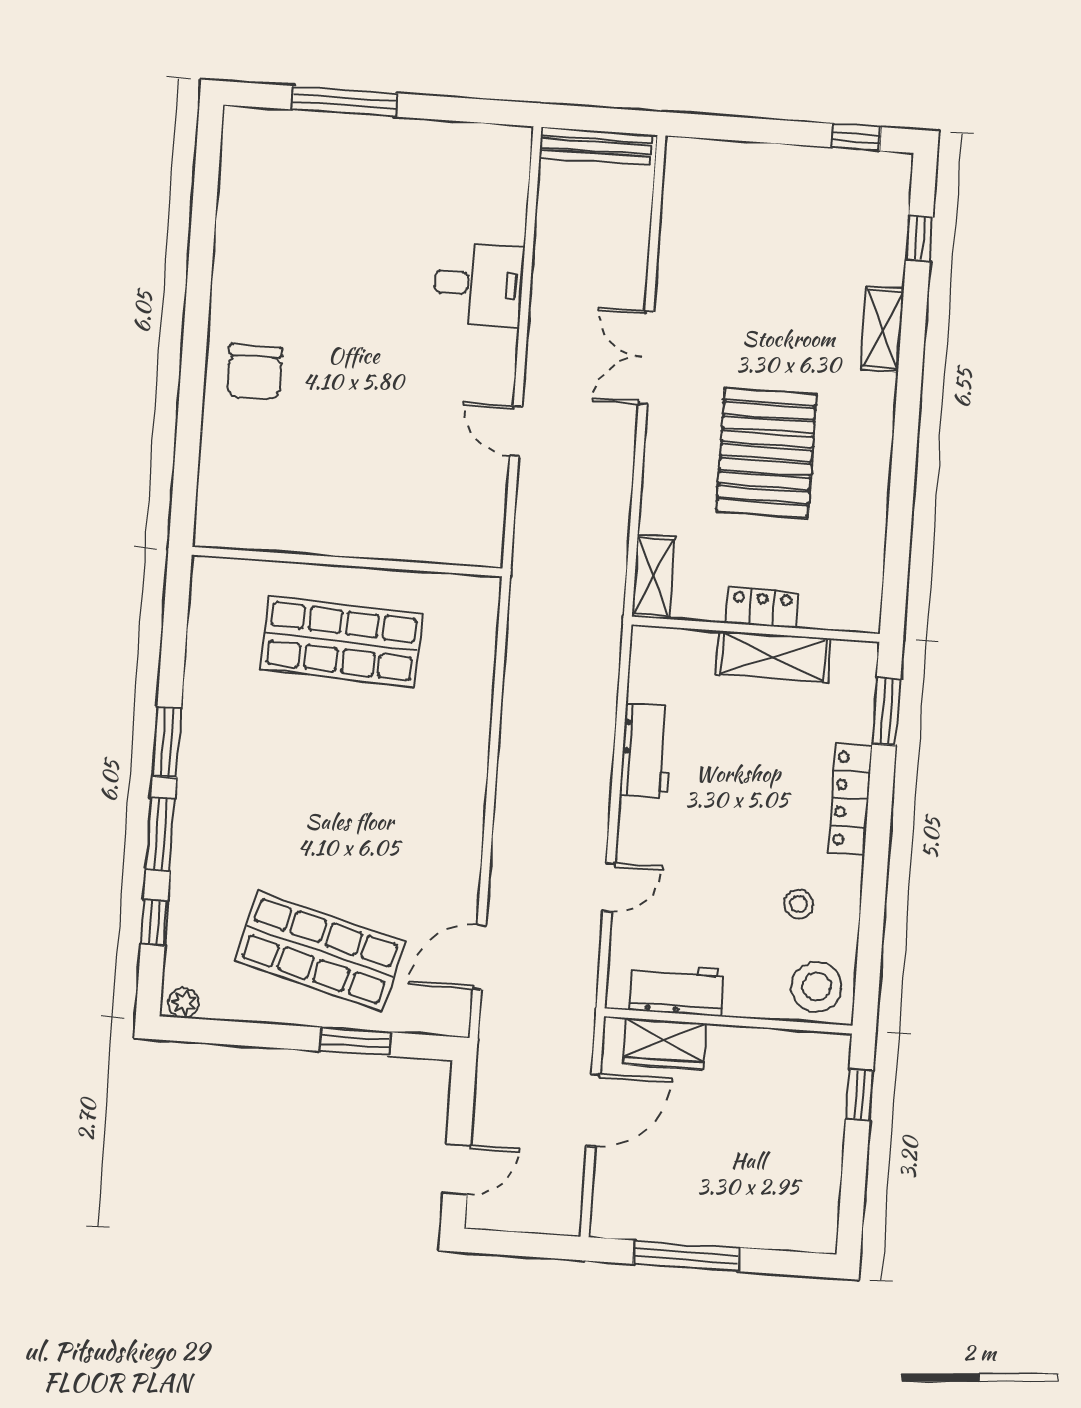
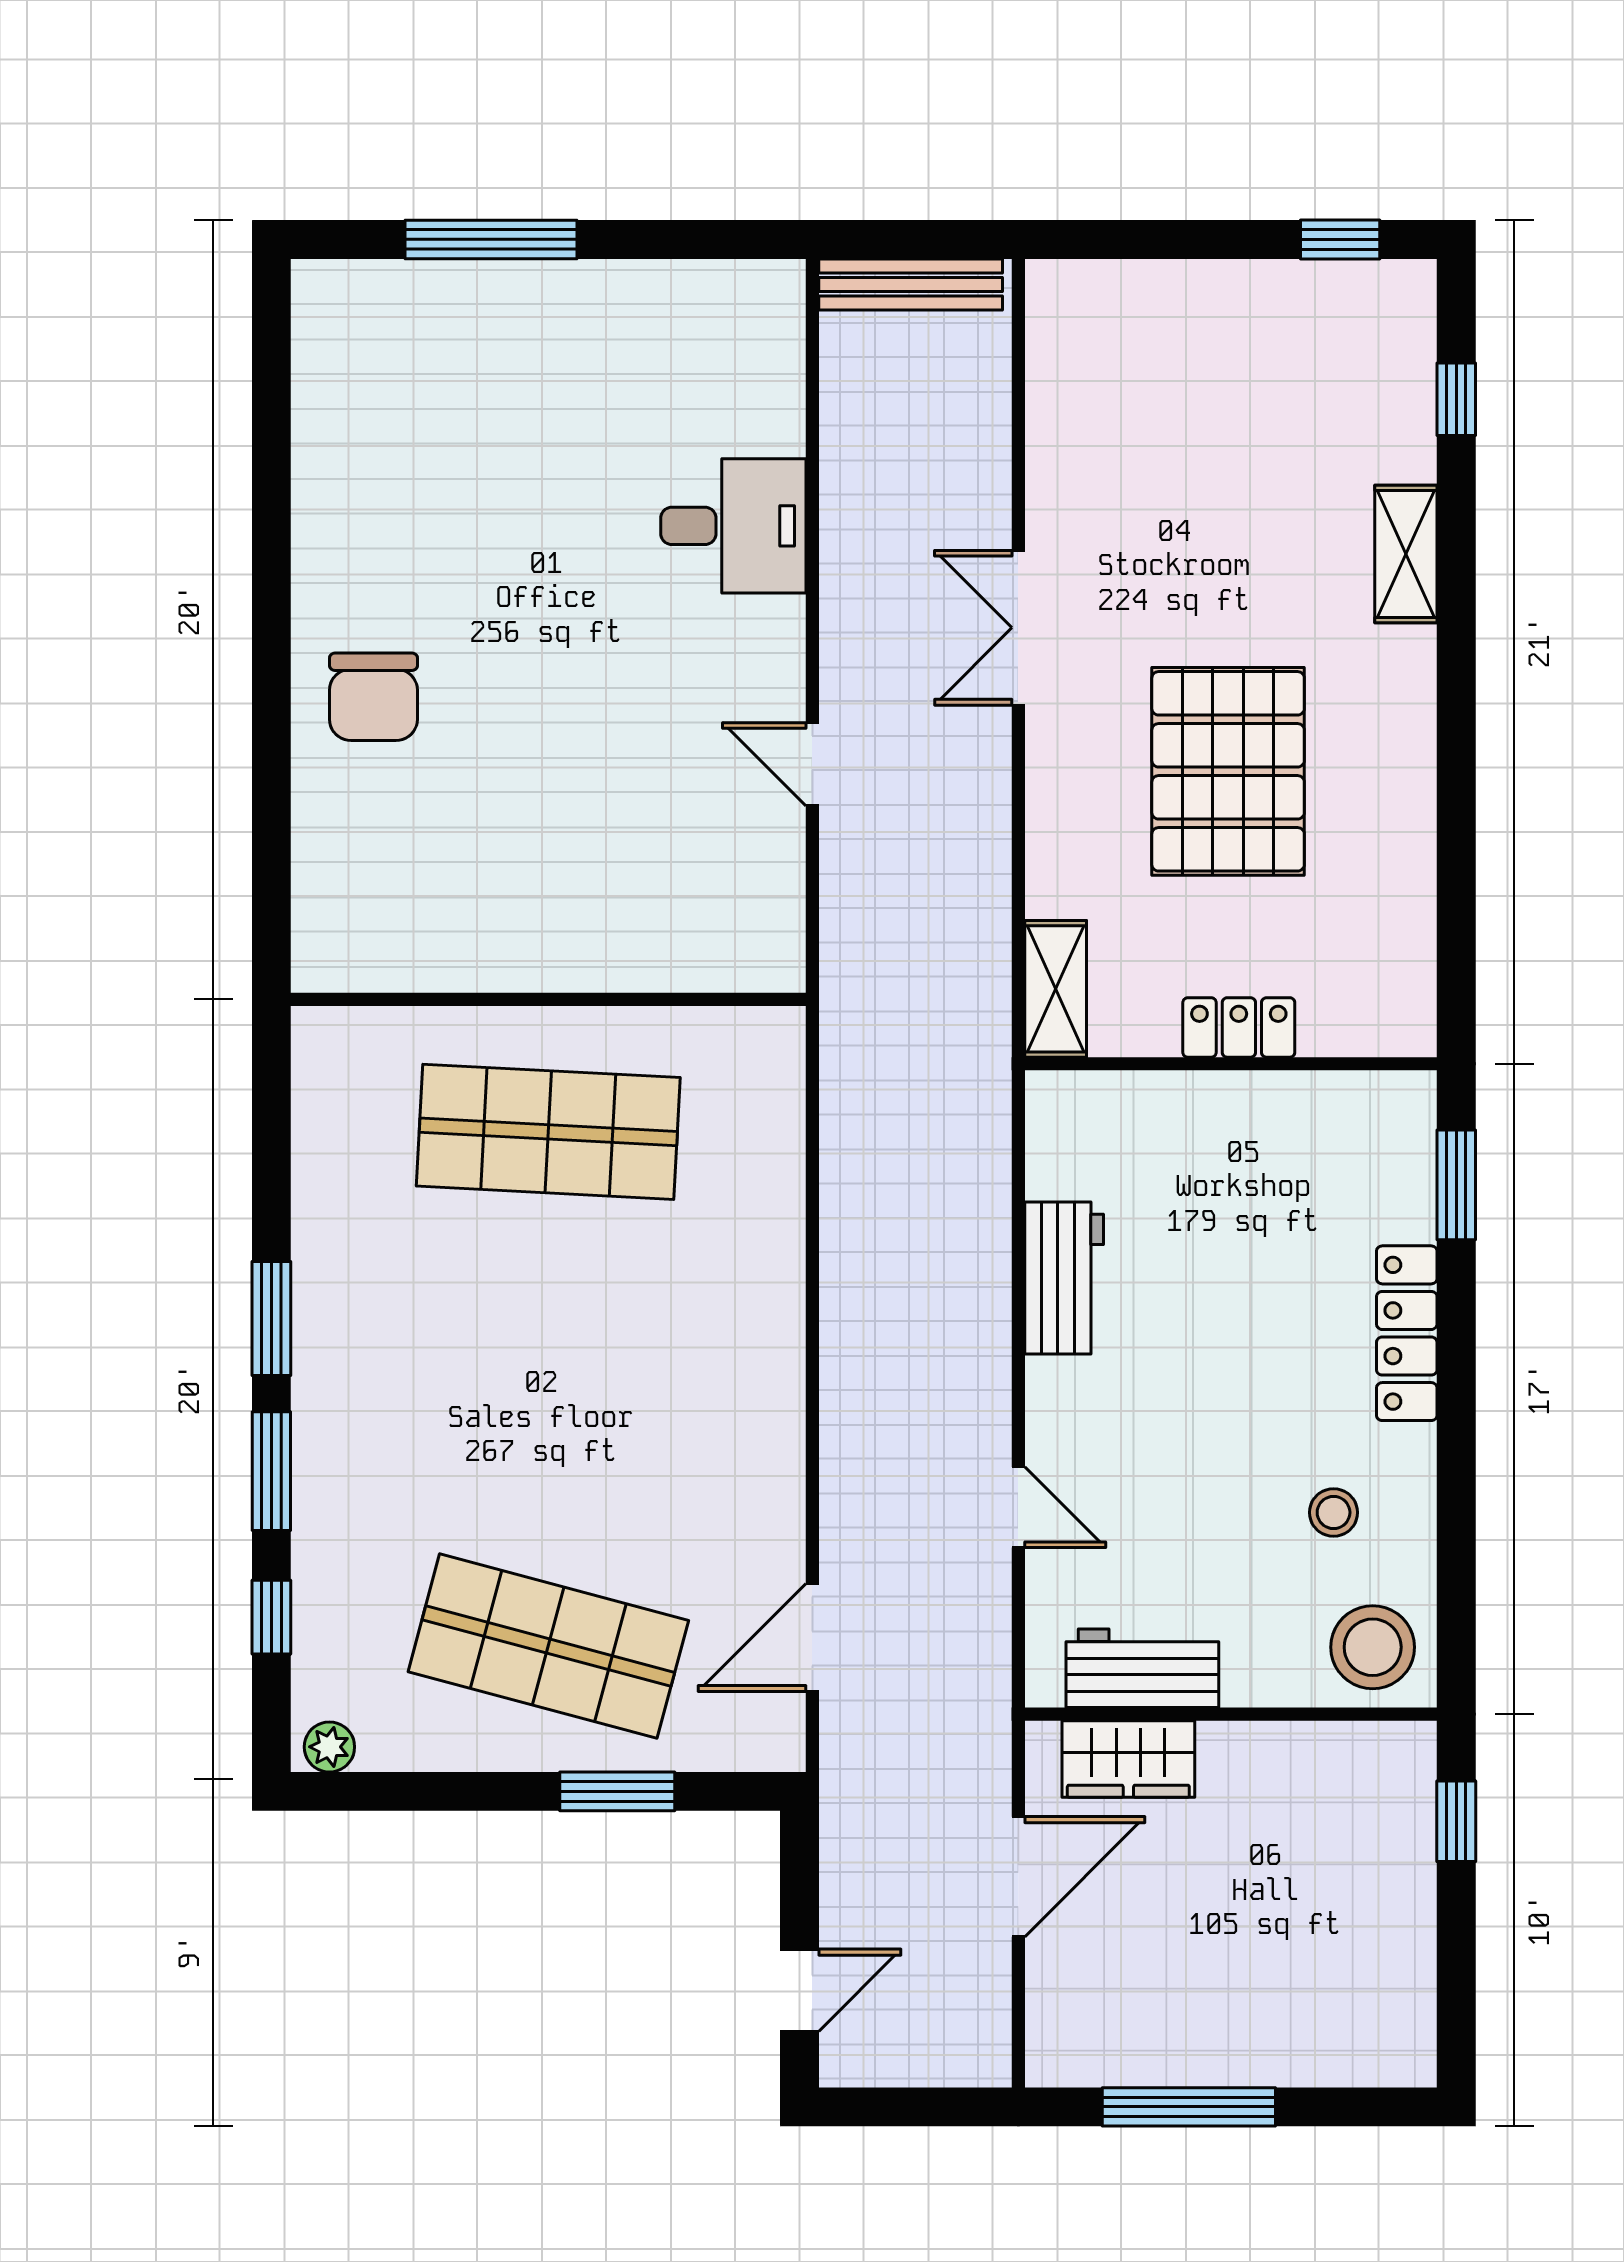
shelving: (773, 657) -> (1263, 1107), removed
door: (609, 887) -> (1018, 1507), hinge flipped

